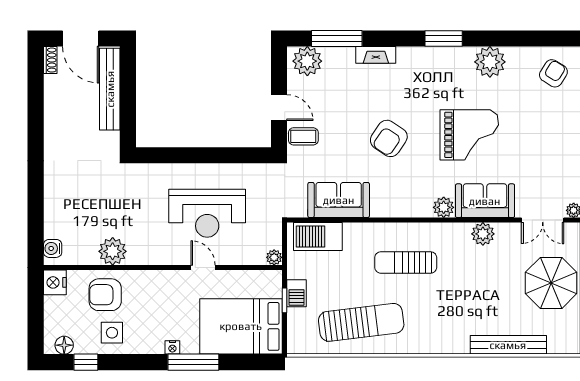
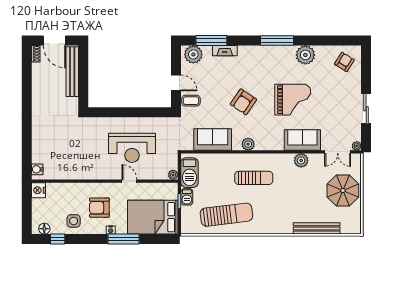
window: (444, 38) -> (277, 41), width x1.44
fireplace: (376, 55) -> (225, 51), moved
plant: (444, 207) -> (248, 144), moved
barbecue: (318, 236) -> (189, 173), moved, turned -90
plant: (113, 251) -> (74, 171), removed
sun lounger: (406, 262) -> (254, 178), turned 180
armchair: (105, 295) -> (99, 208), moved

